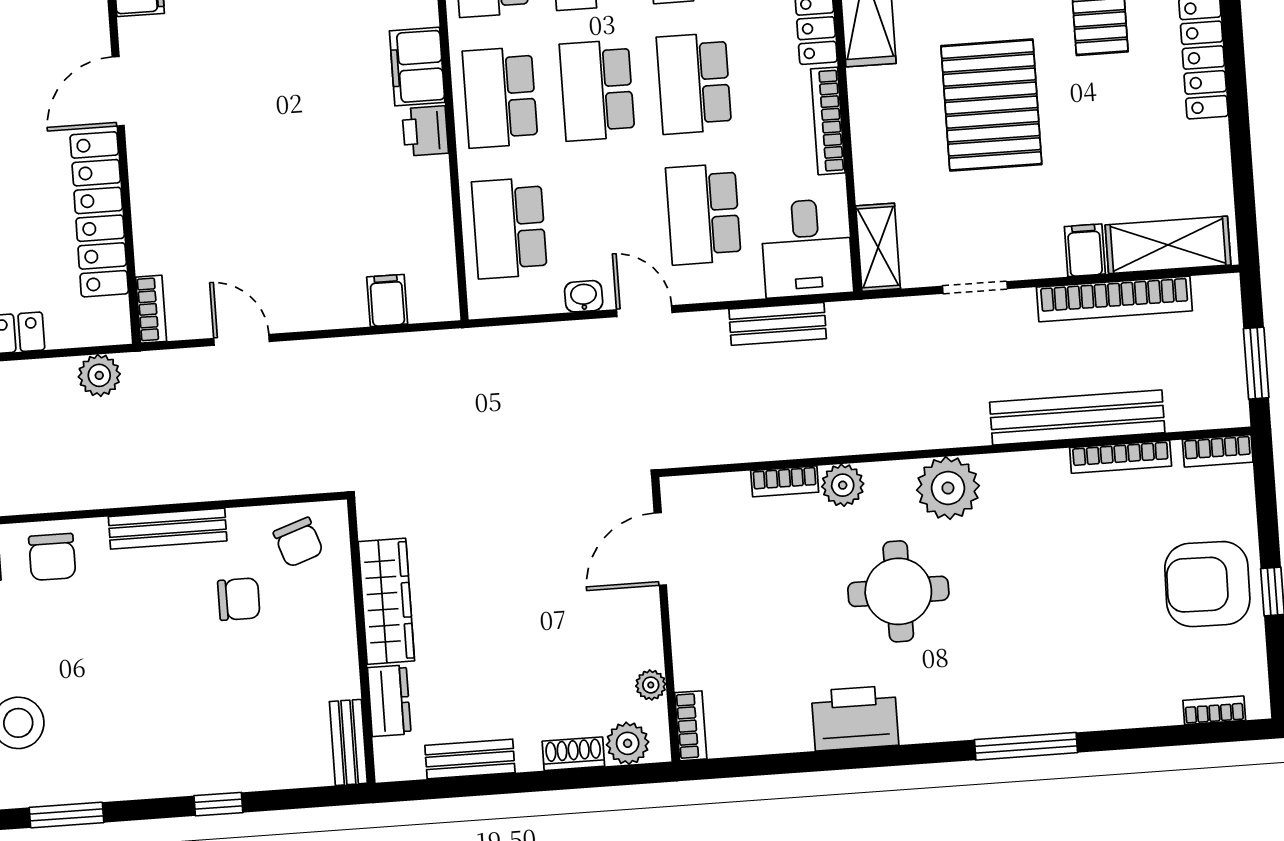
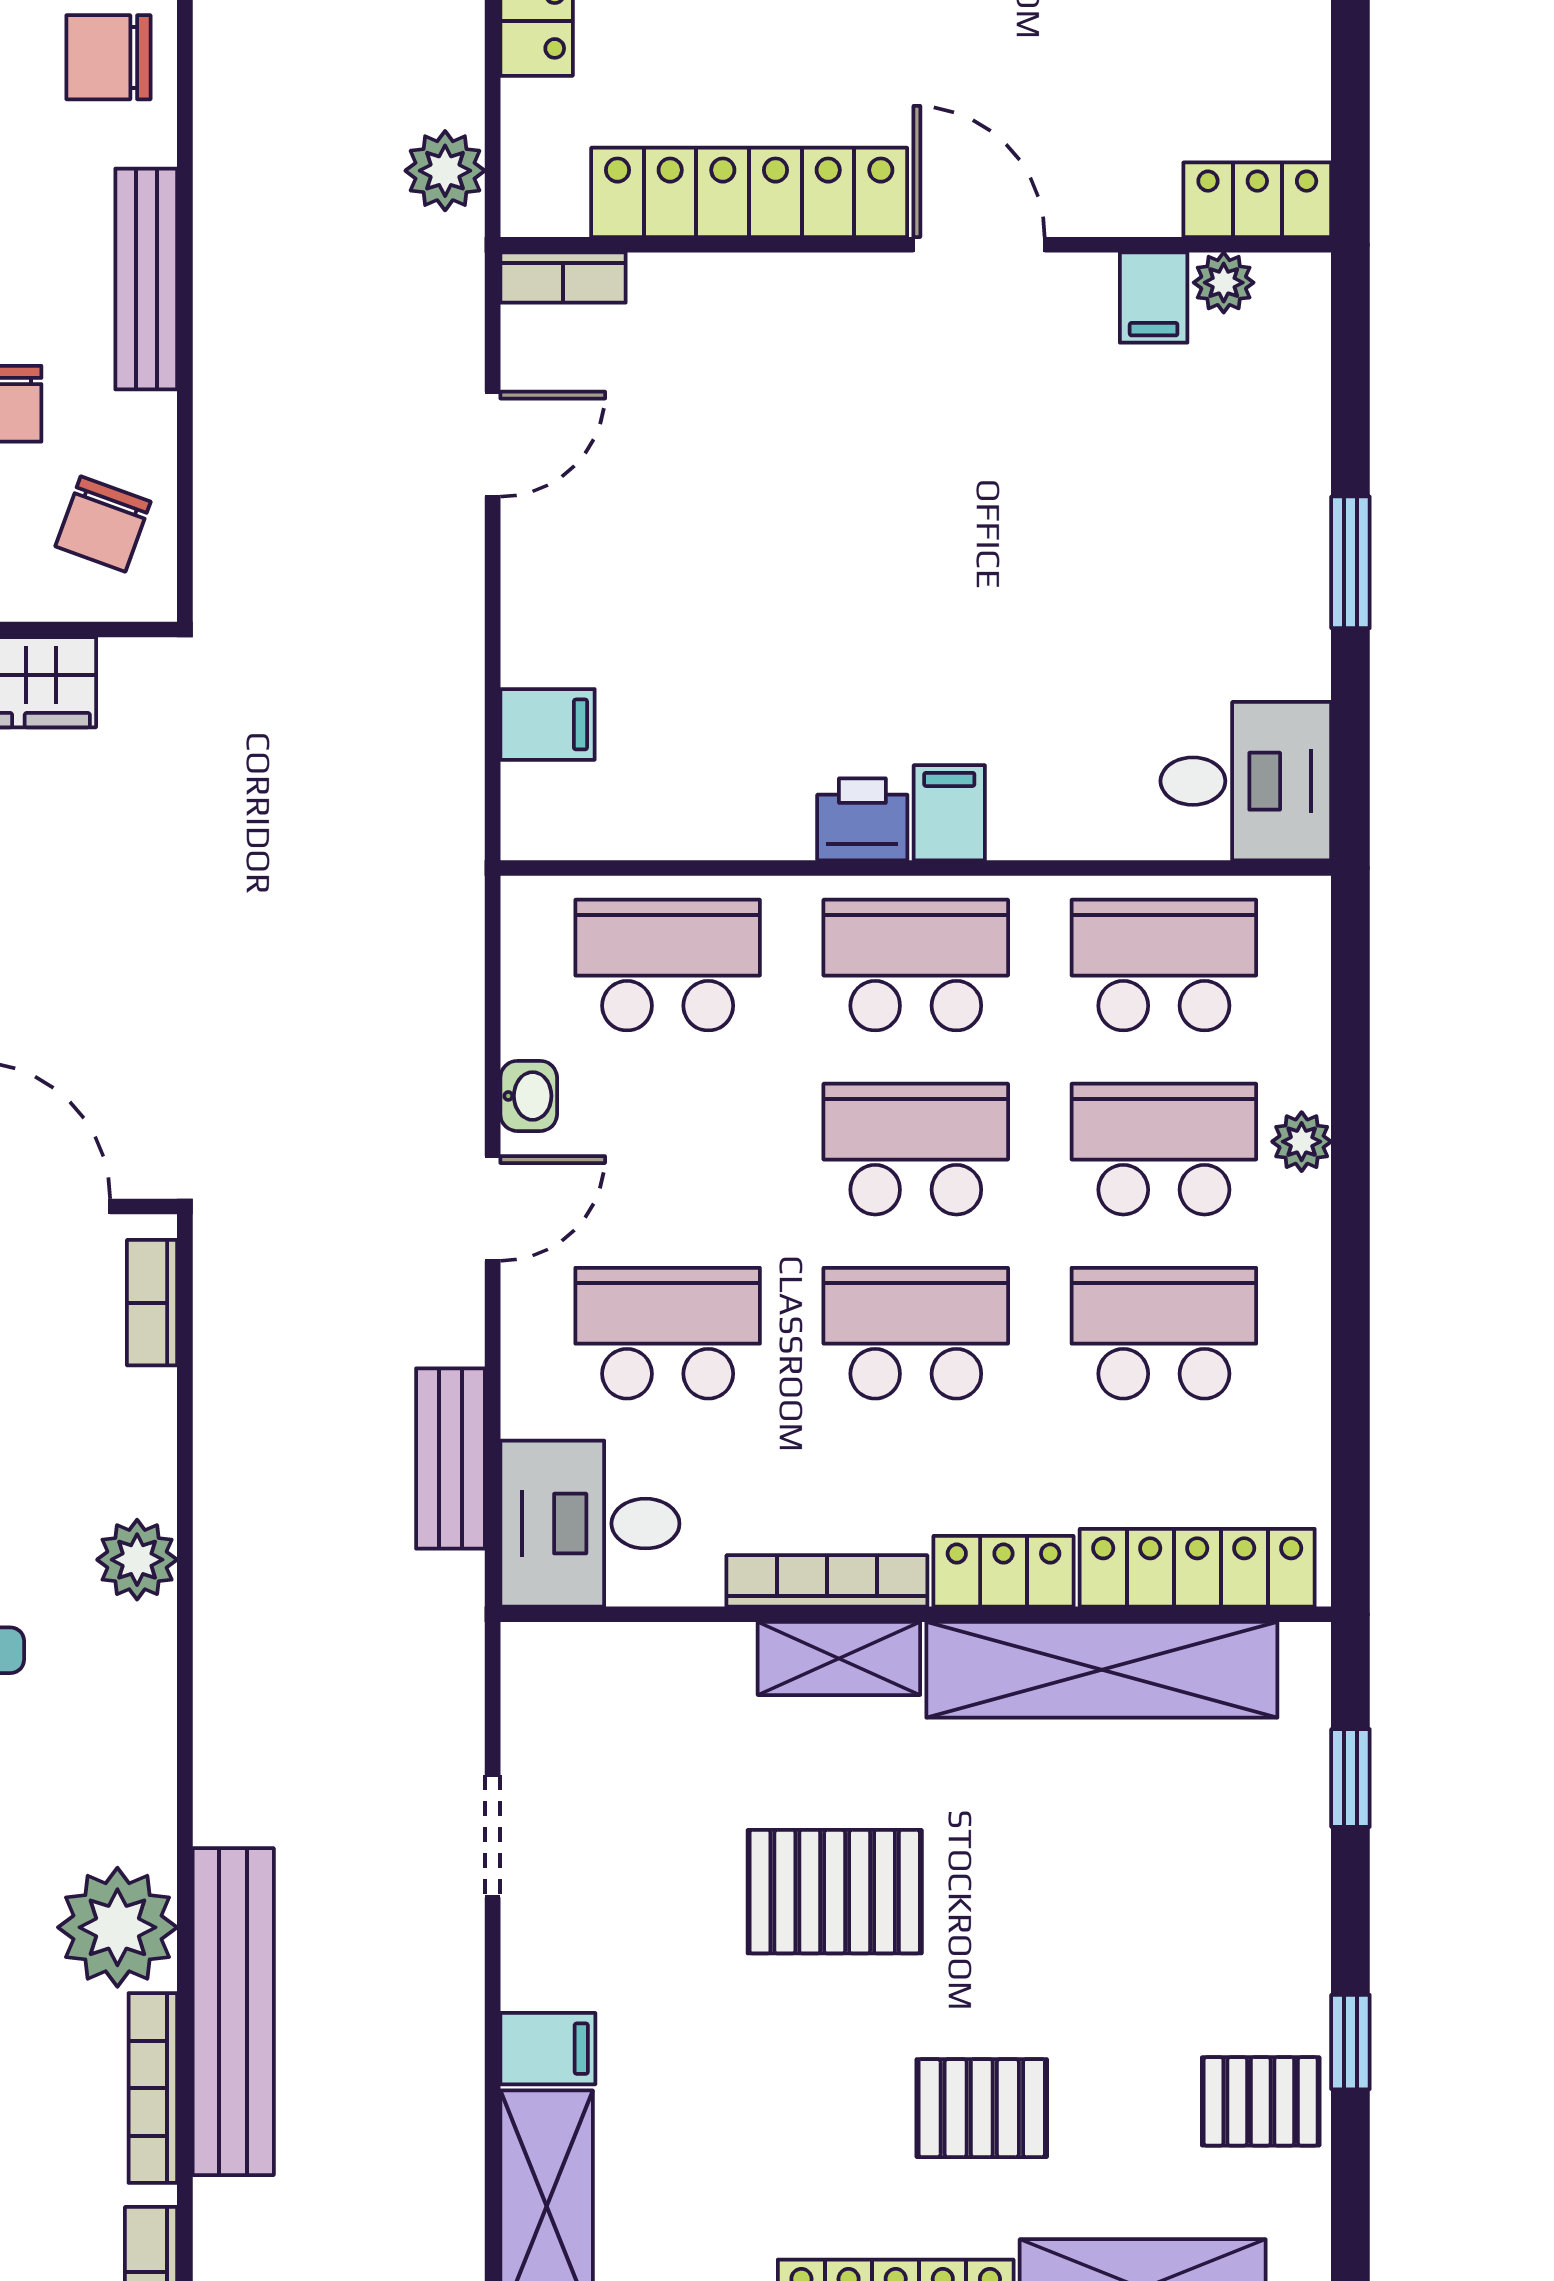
filing cabinet: (417, 67) -> (949, 813), width x0.50
pallet: (991, 105) -> (835, 1892), width x0.73, depth x0.71
shelving: (878, 247) -> (839, 1659), moved
bookcase: (1114, 299) -> (452, 2098), removed
bookcase: (785, 481) -> (152, 1303), moved
plant: (948, 488) -> (117, 1927), moved
chair: (298, 542) -> (103, 524), turned -51

